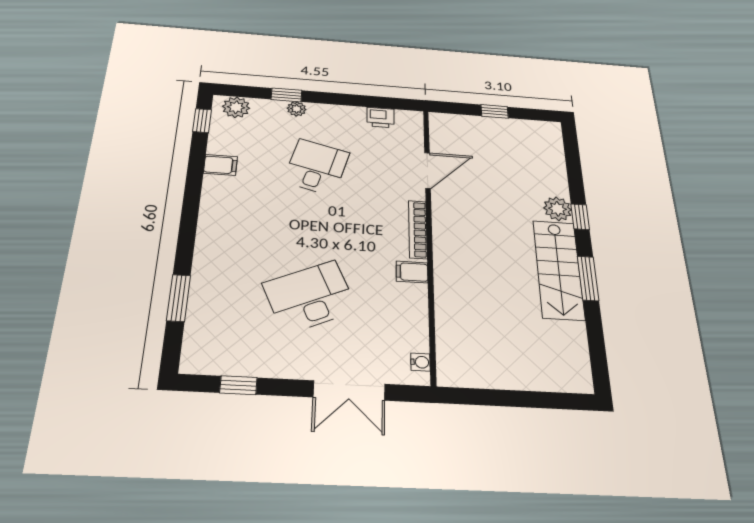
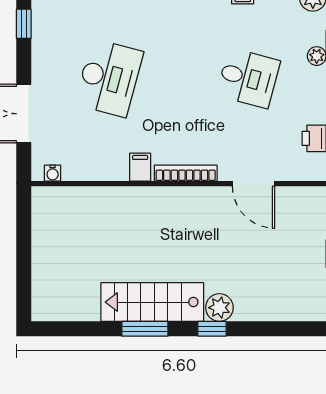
desk: (310, 297) -> (109, 78), turned 39

